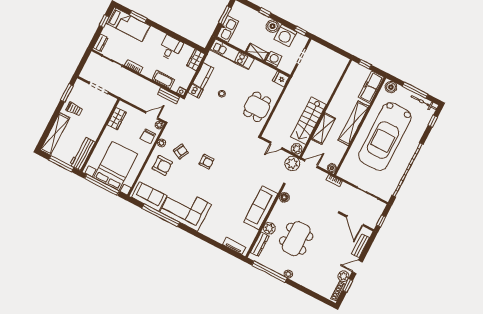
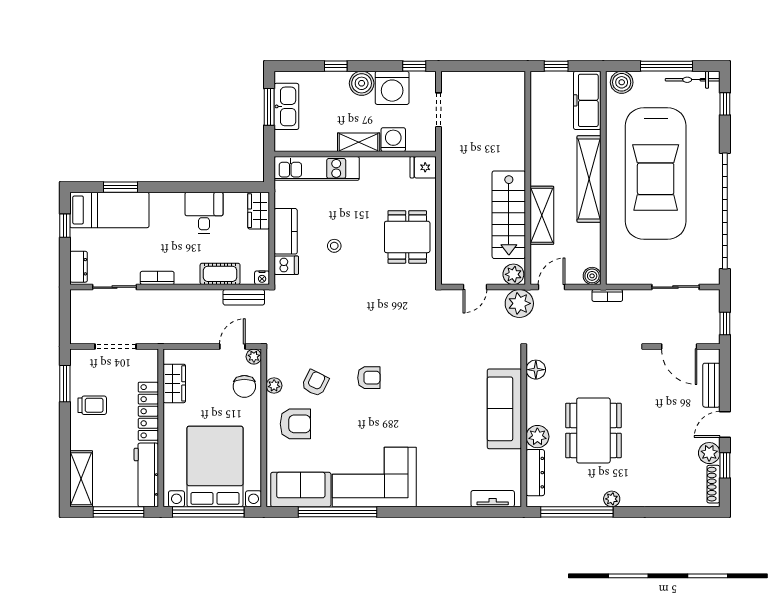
kitchen sink: (228, 29) -> (286, 106), moved
locker: (98, 125) -> (148, 411), added
shelving: (55, 134) -> (81, 479), width x0.68

